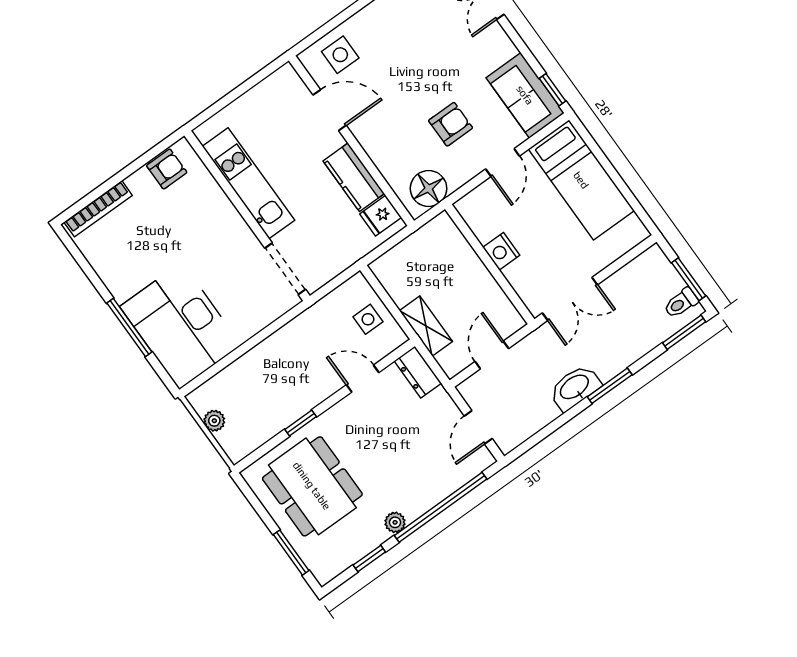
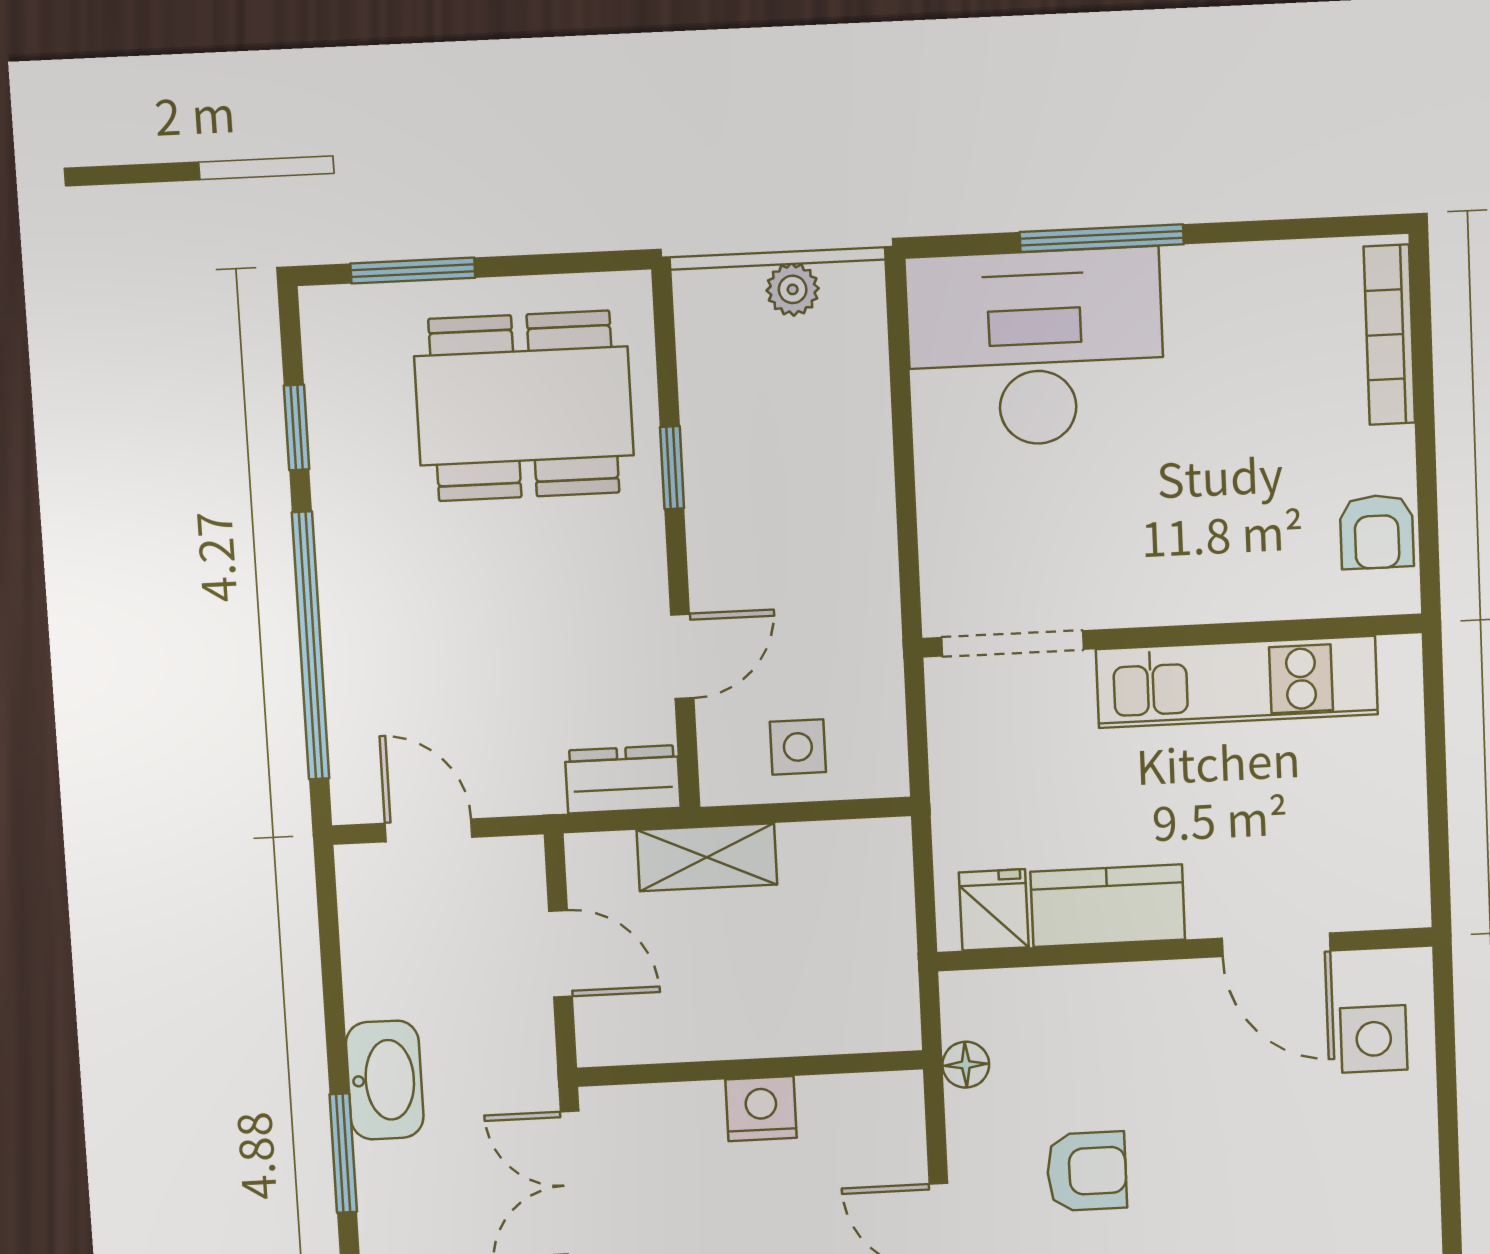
door: (330, 110) -> (1276, 945), hinge flipped
armchair: (451, 124) -> (1087, 1171), turned -90
floor lamp: (429, 188) -> (966, 1065), width x0.53, depth x0.53
plant: (395, 522) -> (339, 530), removed

